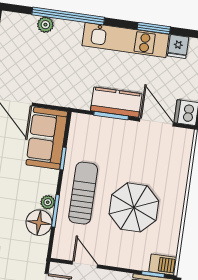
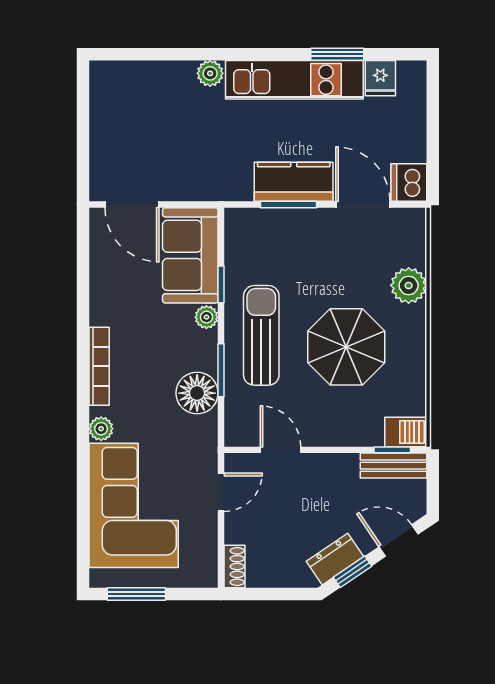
window: (68, 16) -> (197, 54), removed
plant: (45, 25) -> (210, 73), moved
plant: (177, 175) -> (409, 285), added
plant: (48, 202) -> (206, 317), moved

